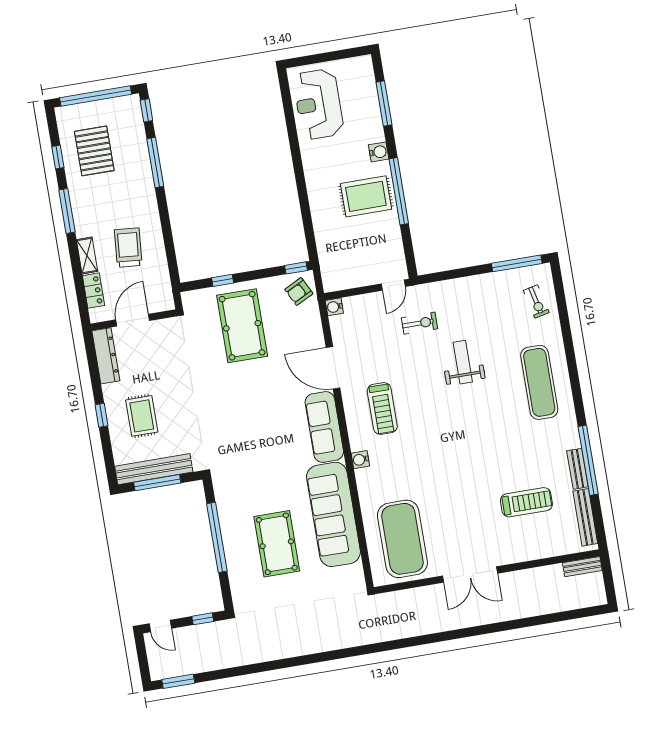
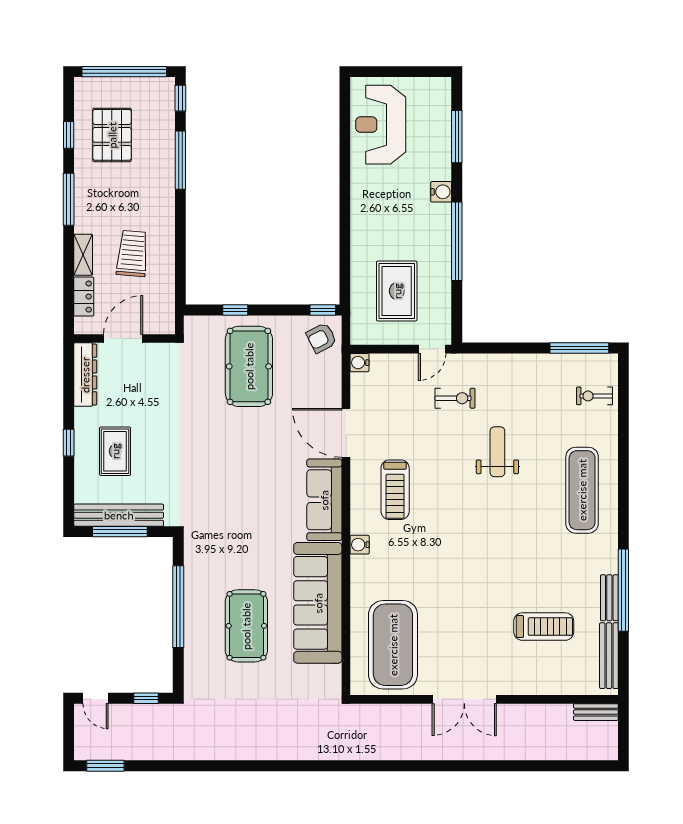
rug: (366, 196) -> (397, 291), moved, turned 90
exercise bike: (536, 302) -> (594, 396), turned 103

